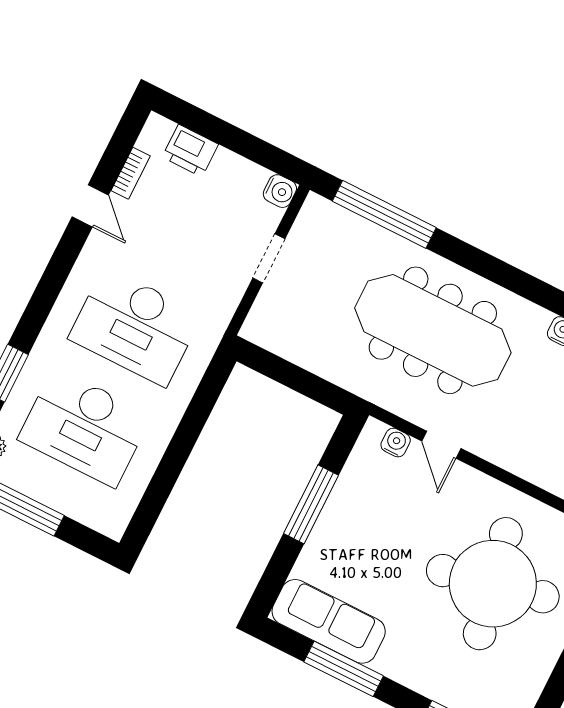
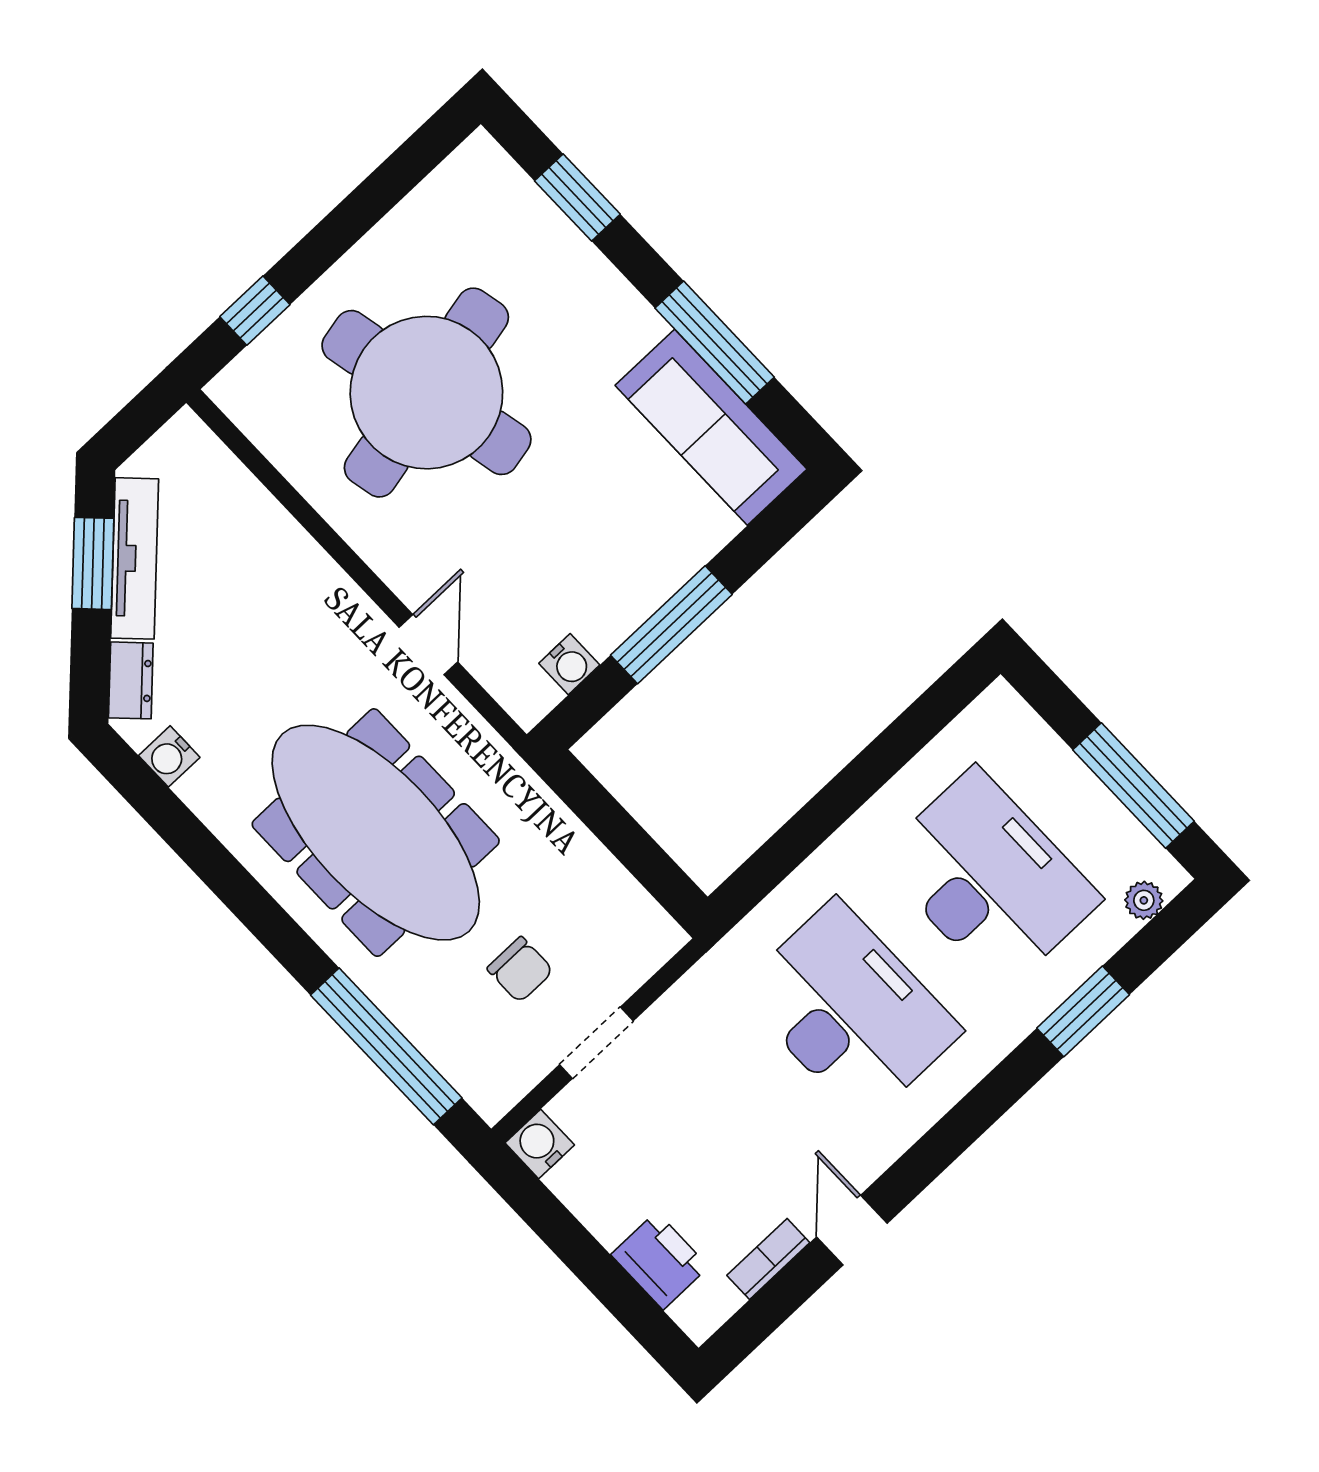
chair: (326, 284) -> (520, 970), added
water cooler: (396, 443) -> (569, 664), moved, turned -90

